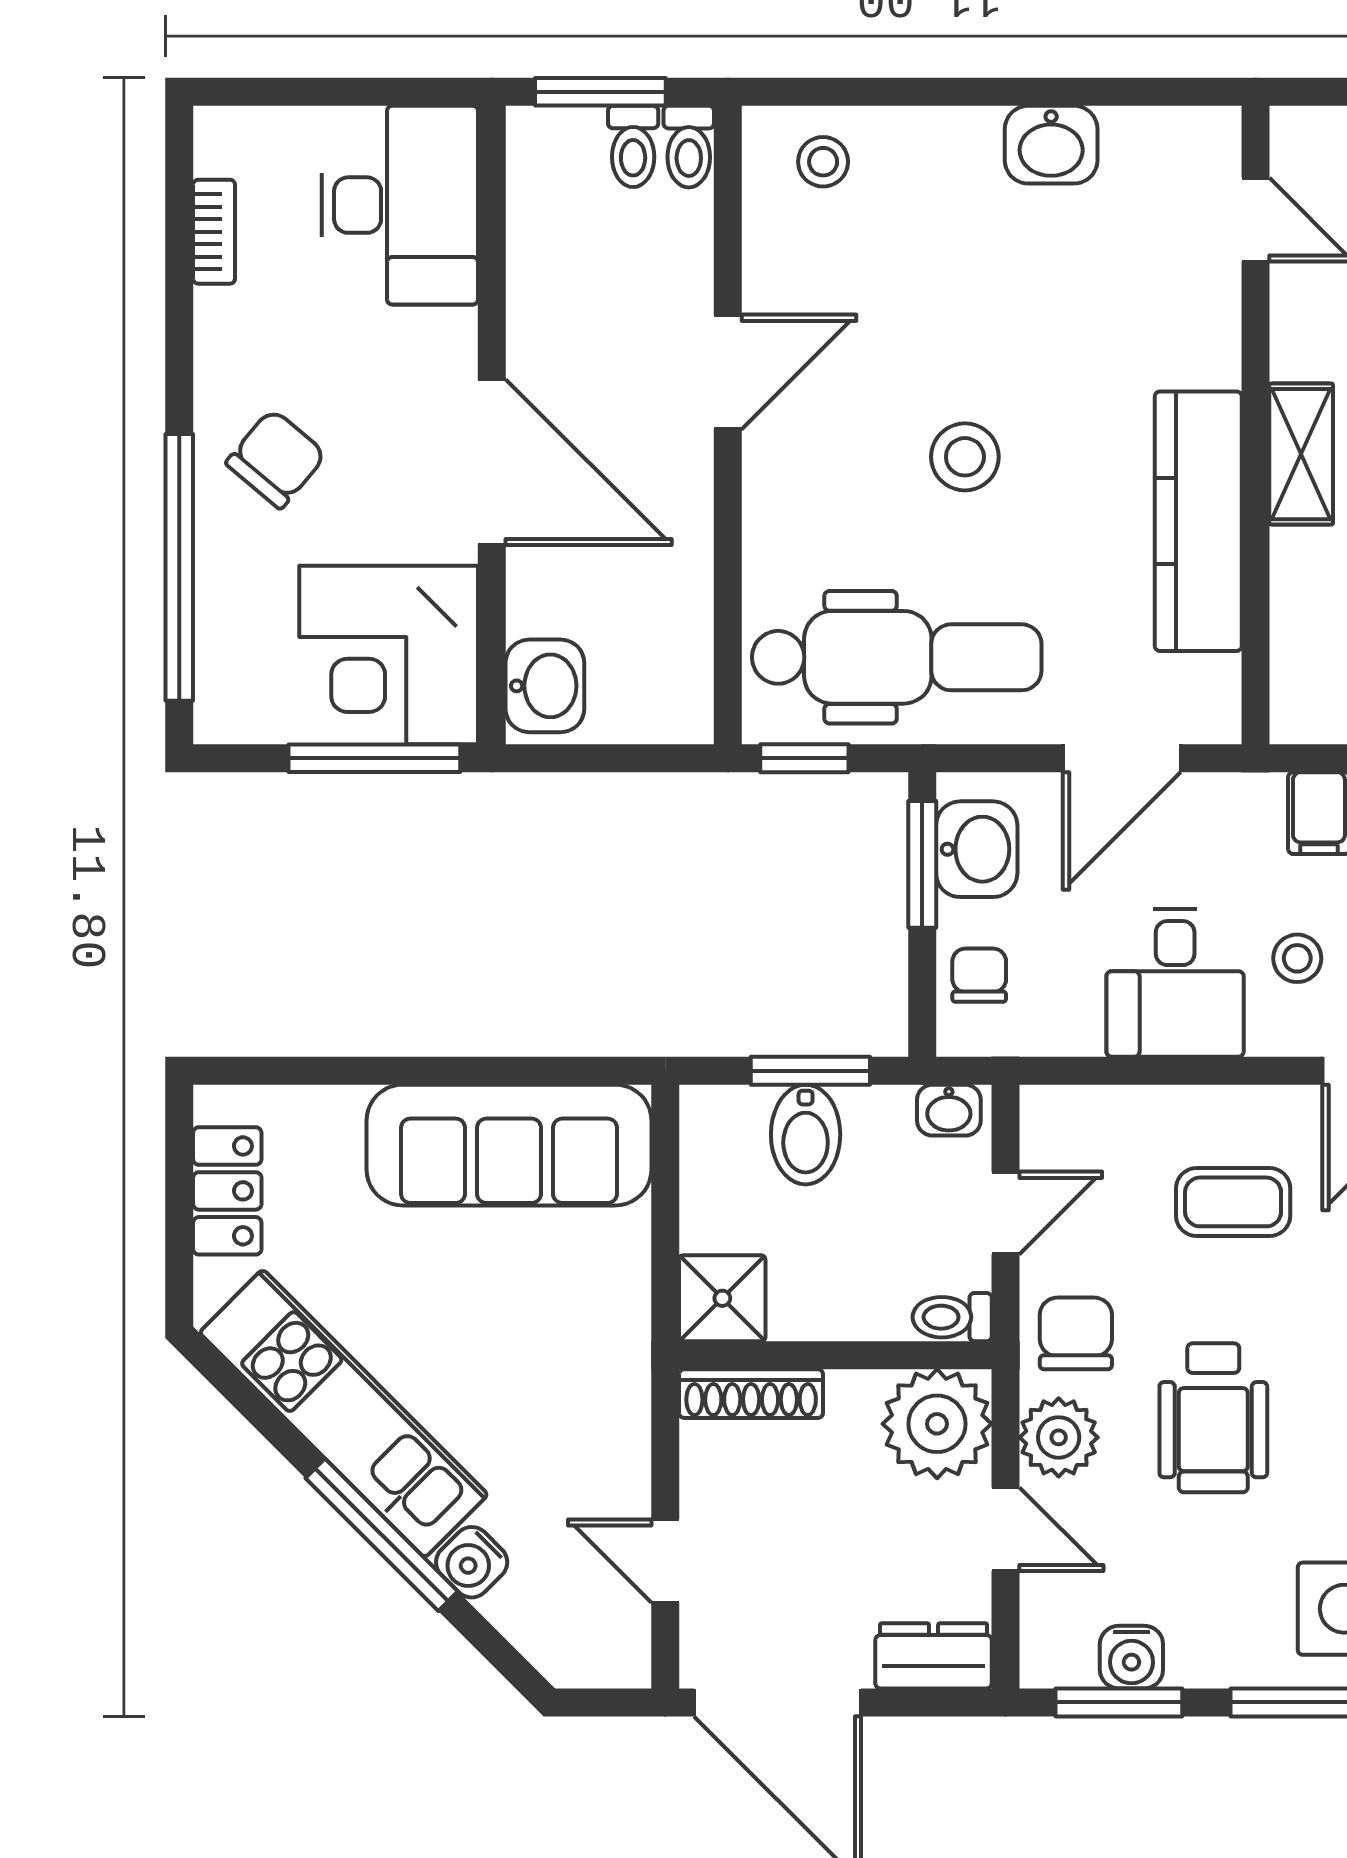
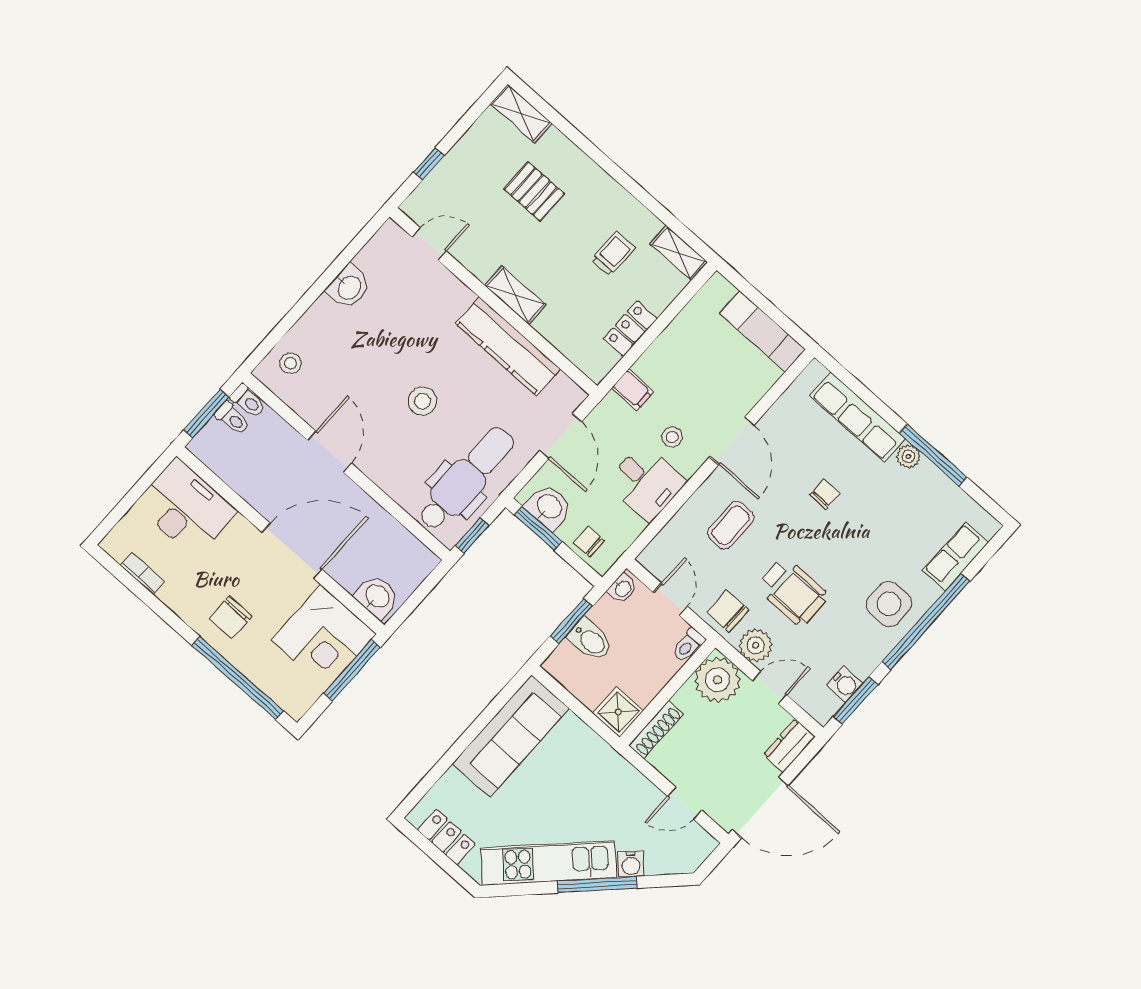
chair: (276, 459) -> (231, 617), turned -130

